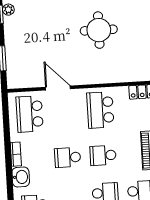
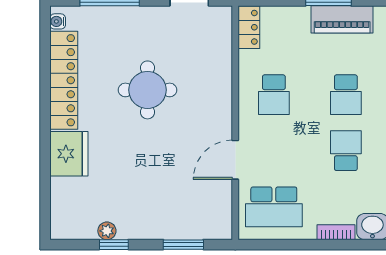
school desk: (100, 110) -> (274, 95), width x0.54
school desk: (68, 157) -> (346, 151), turned 180

